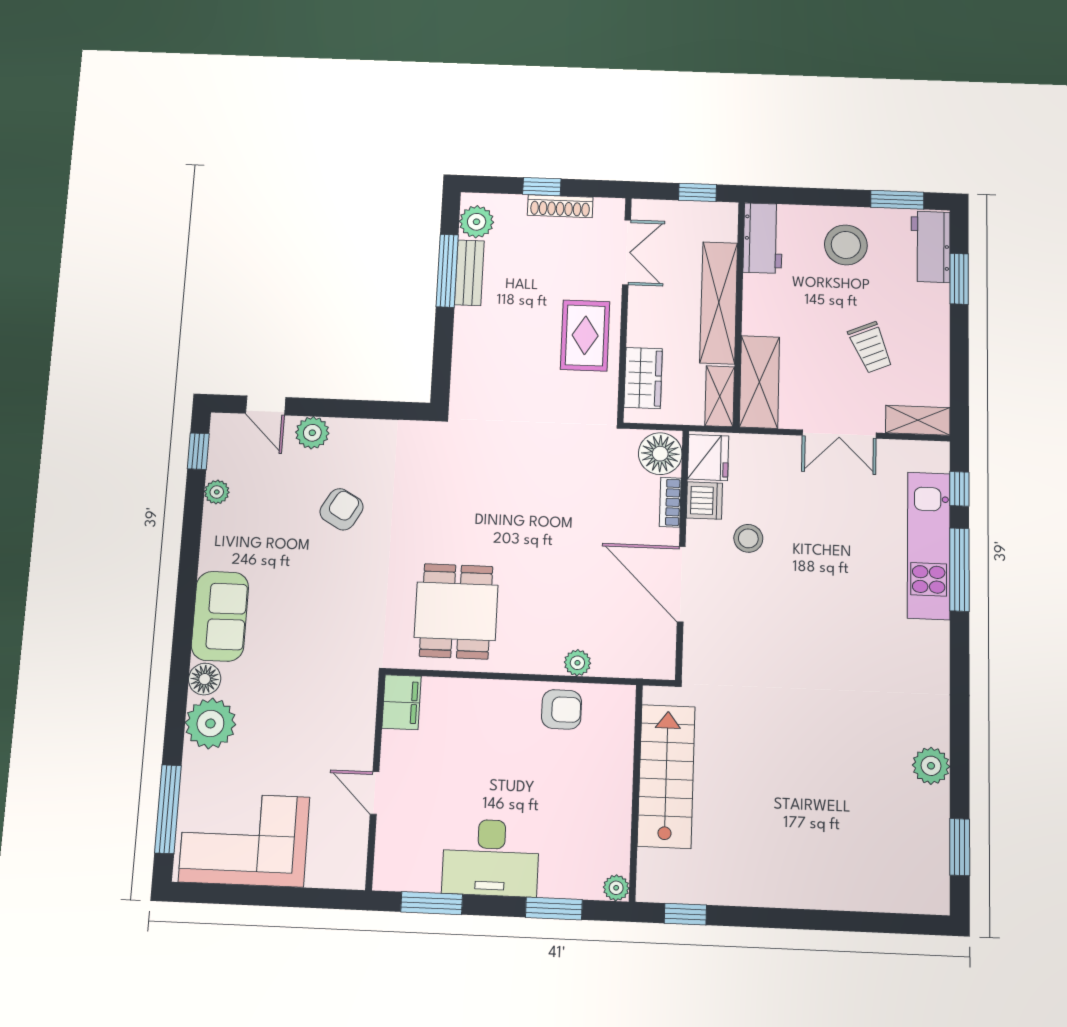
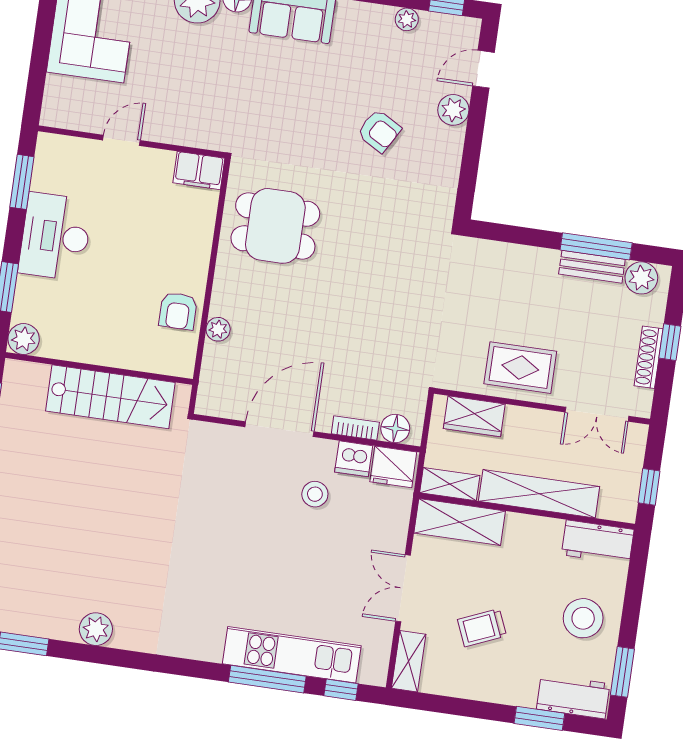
floor lamp: (660, 454) -> (395, 428), width x0.73, depth x0.73
plant: (616, 888) -> (24, 339), width x1.38, depth x1.38

